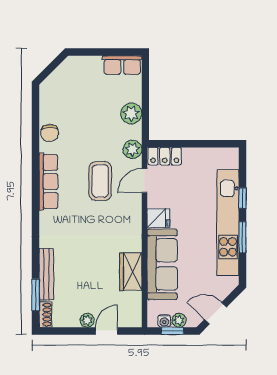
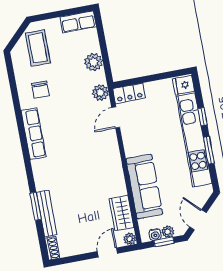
chair: (50, 133) -> (40, 90), moved
coffee table: (100, 181) -> (38, 48), moved
fridge: (158, 218) -> (183, 85), moved, turned 180
wardrobe: (131, 271) -> (121, 213), moved
window: (36, 295) -> (36, 206), moved
door: (215, 313) -> (198, 220), hinge flipped
plant: (87, 320) -> (130, 239), moved

